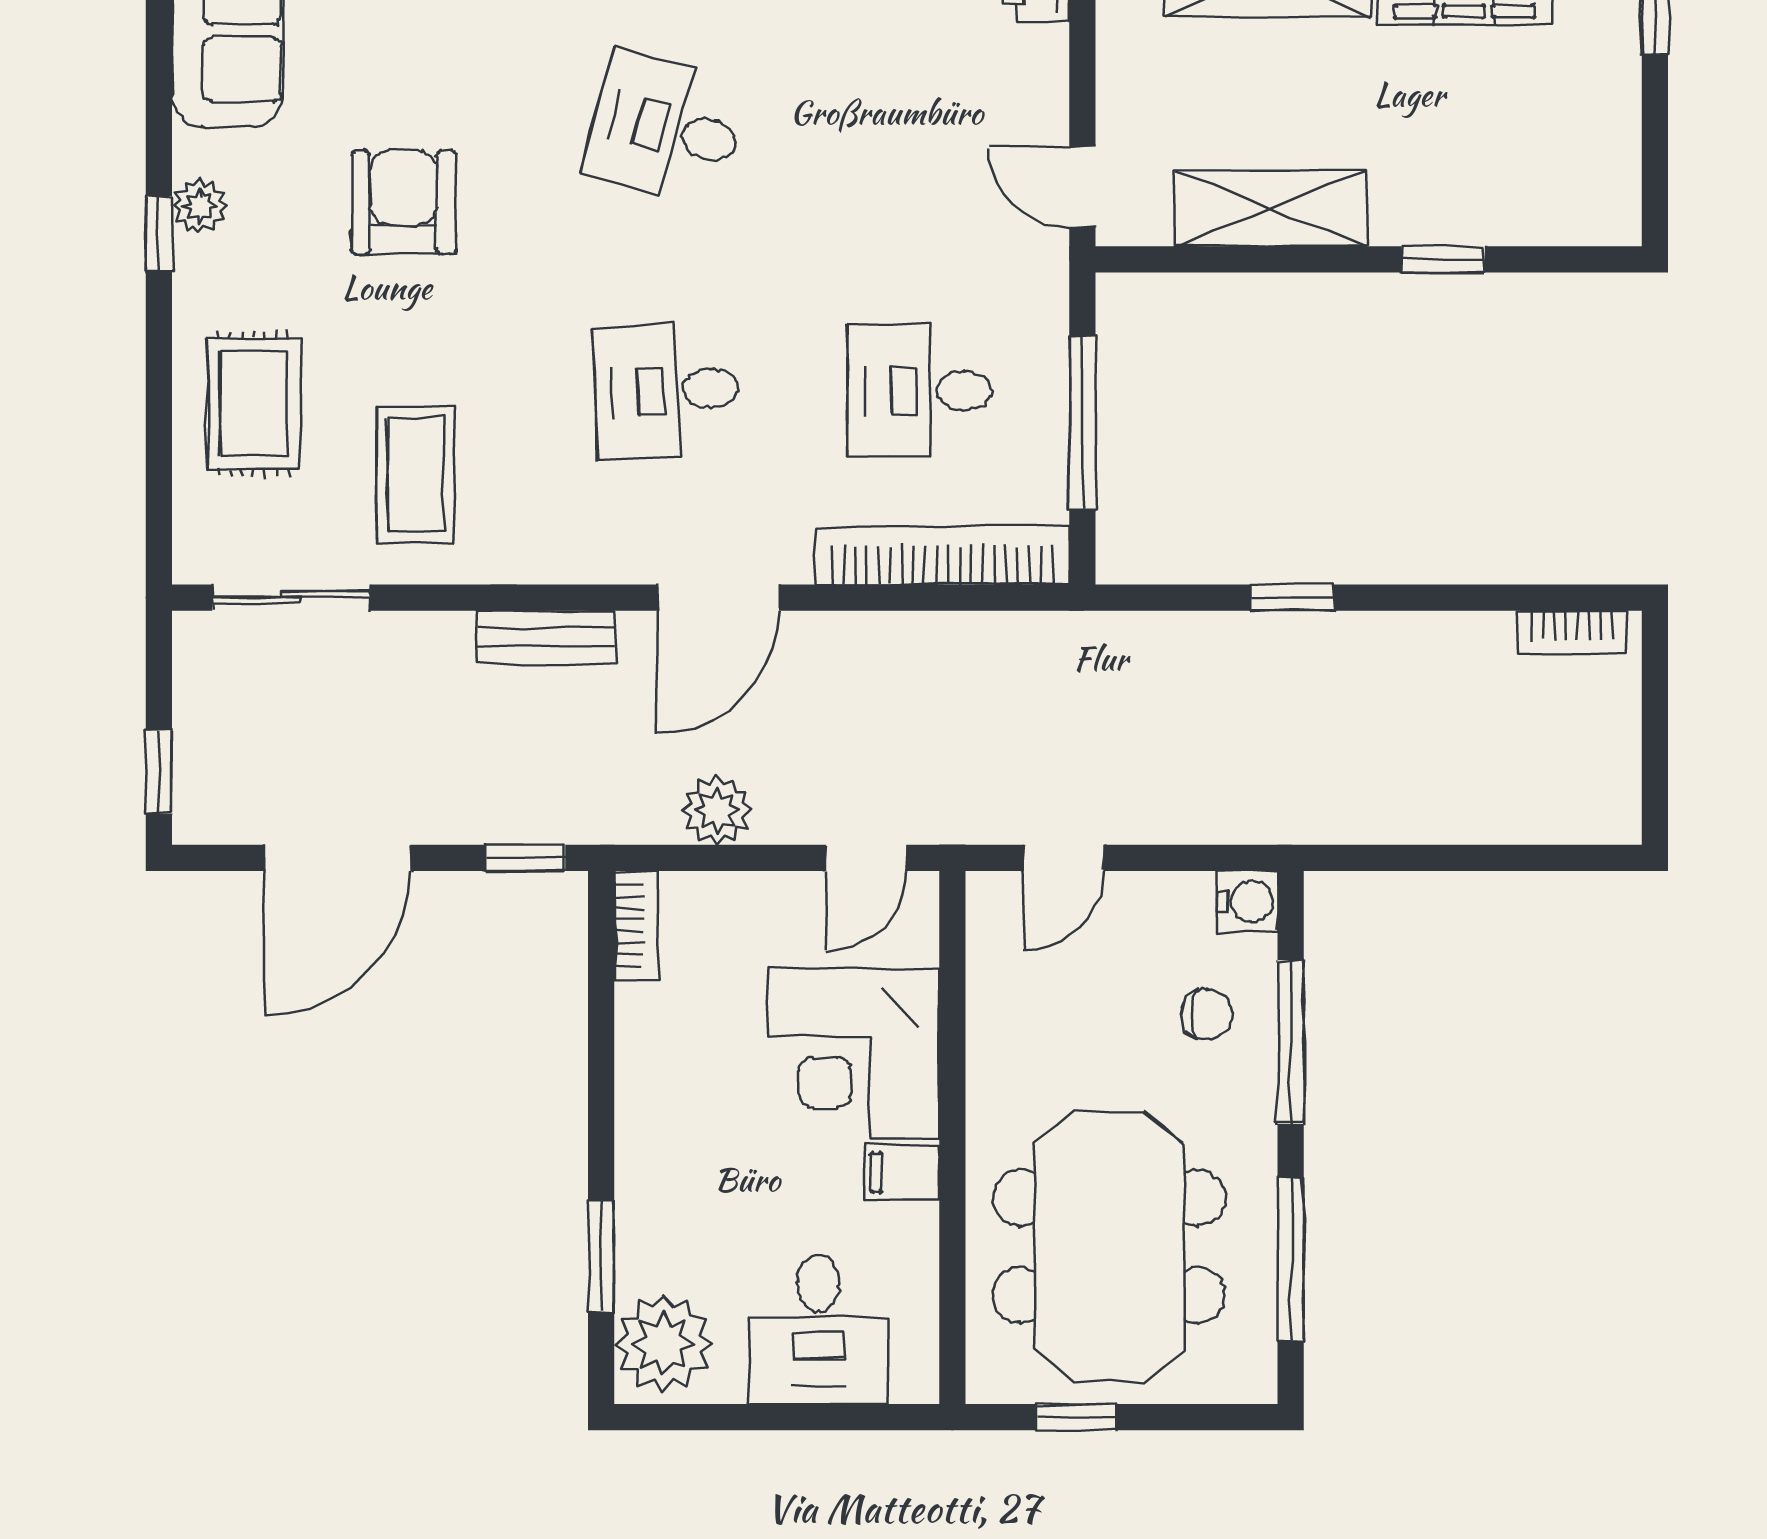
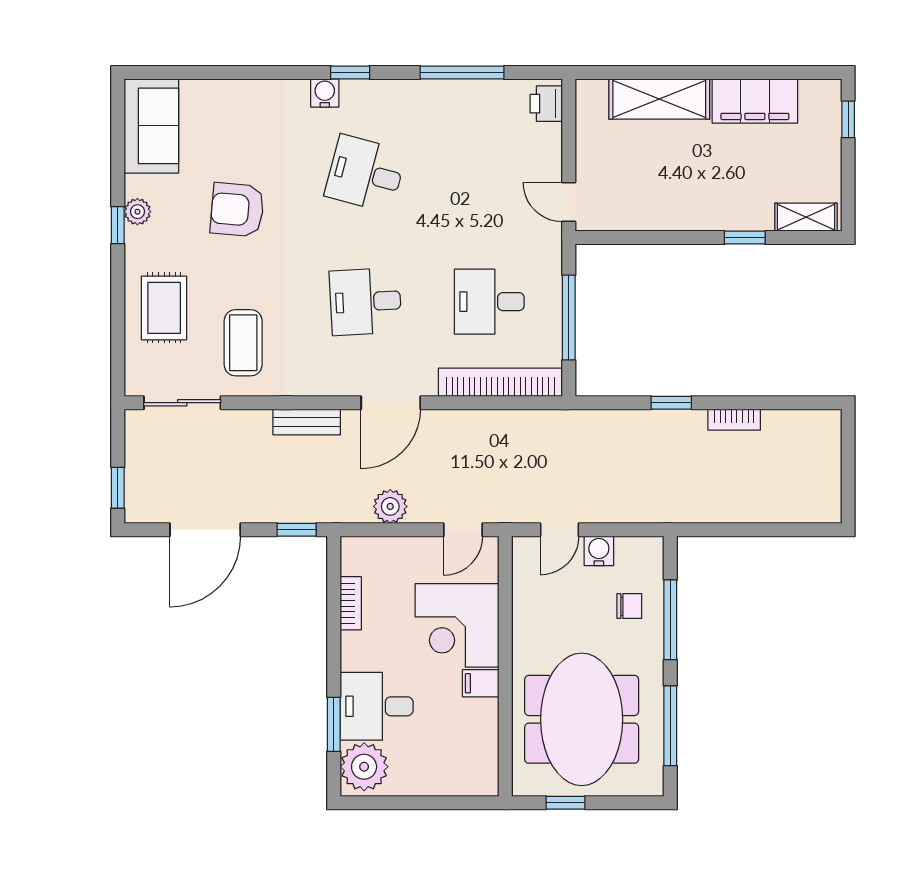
armchair: (403, 202) -> (237, 210), turned -85
shelving: (1271, 208) -> (806, 217), moved, width x0.67, depth x0.75
bookcase: (1572, 632) -> (734, 420), moved
water cooler: (1247, 901) -> (599, 551), moved, turned -90
bookcase: (636, 925) -> (351, 603), moved
desk: (818, 1329) -> (377, 706), moved, turned 90

